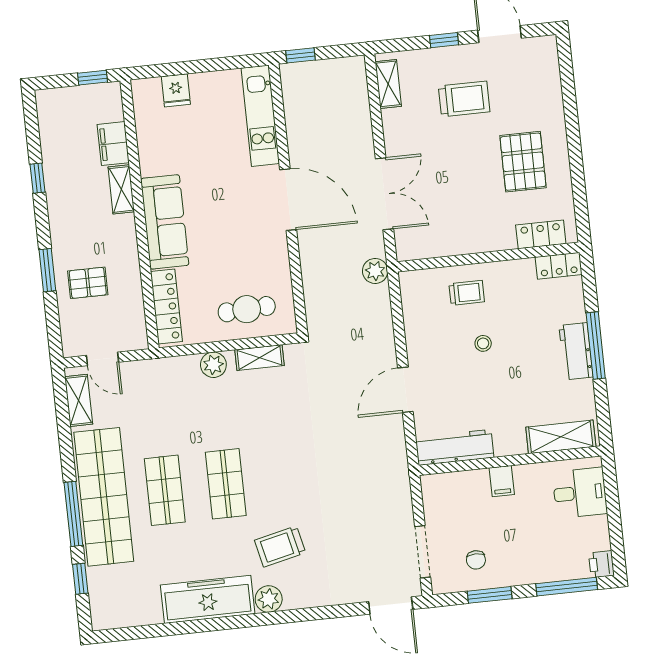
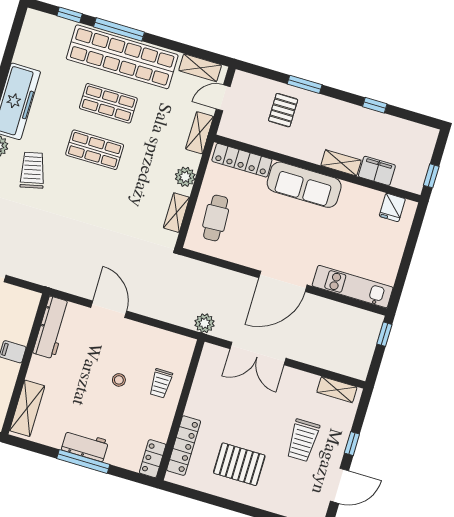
fridge: (176, 90) -> (392, 208), moved, turned -90
locker: (541, 234) -> (184, 446), width x1.53
shelving: (155, 369) -> (200, 133), added

